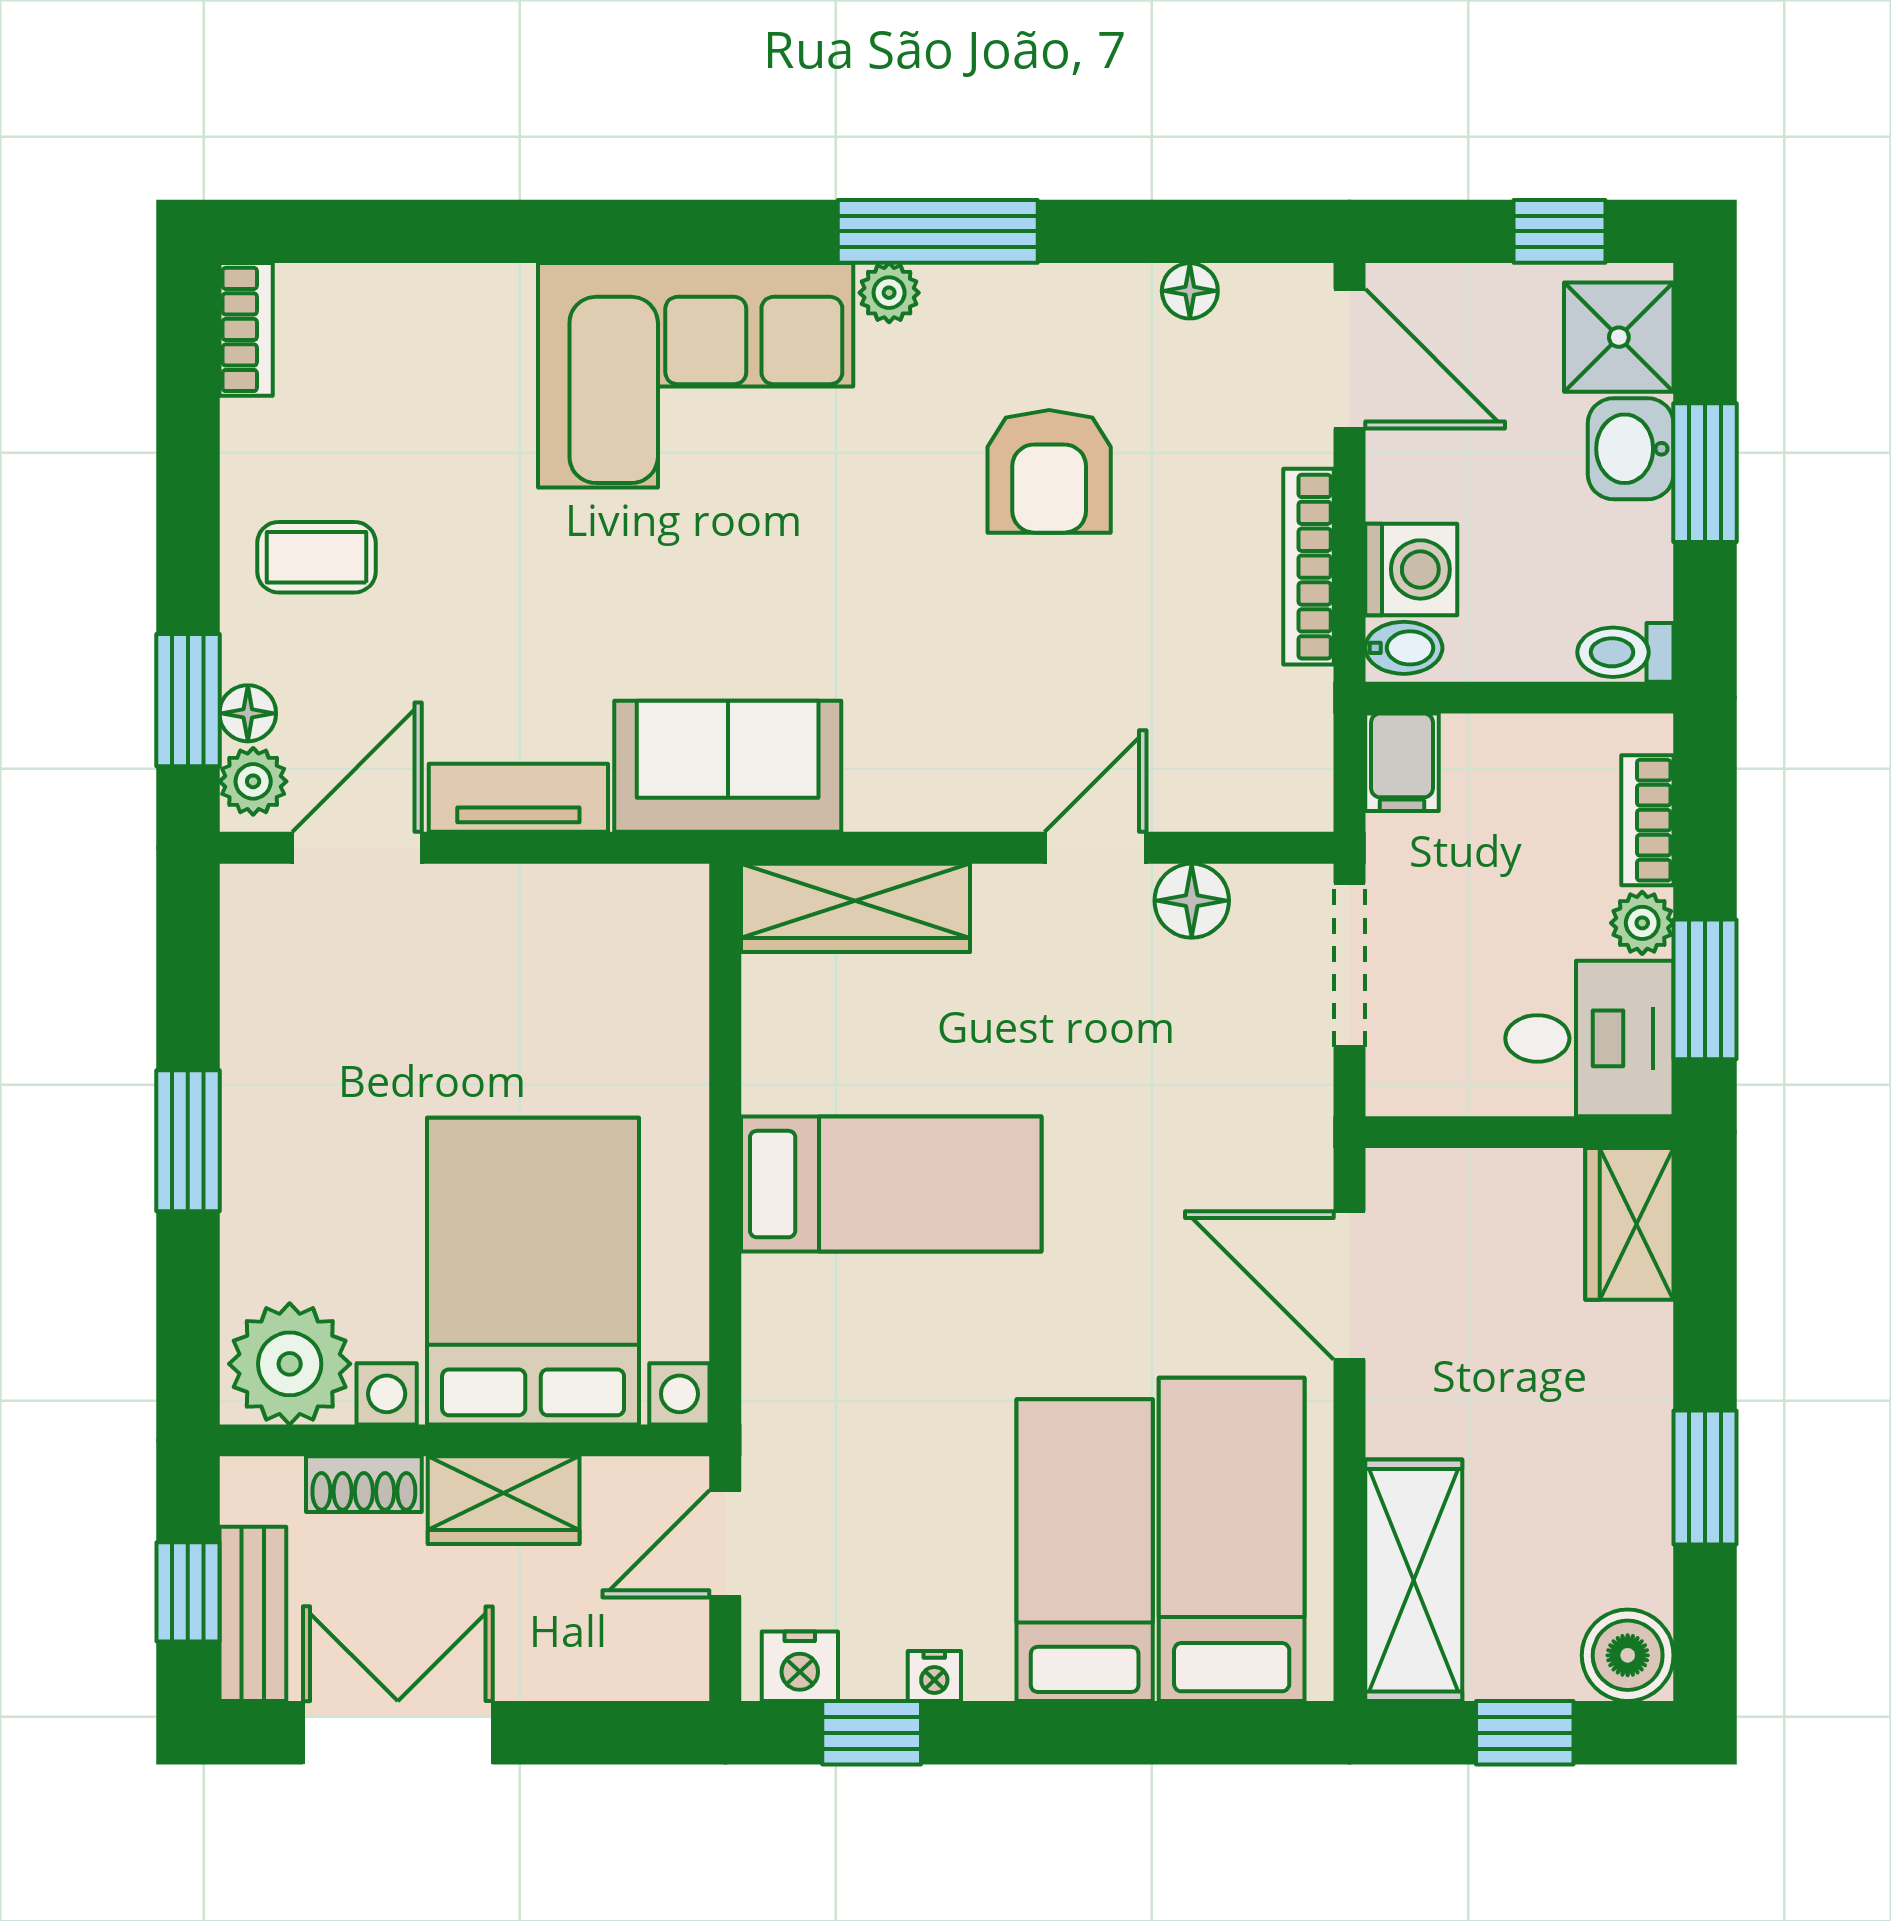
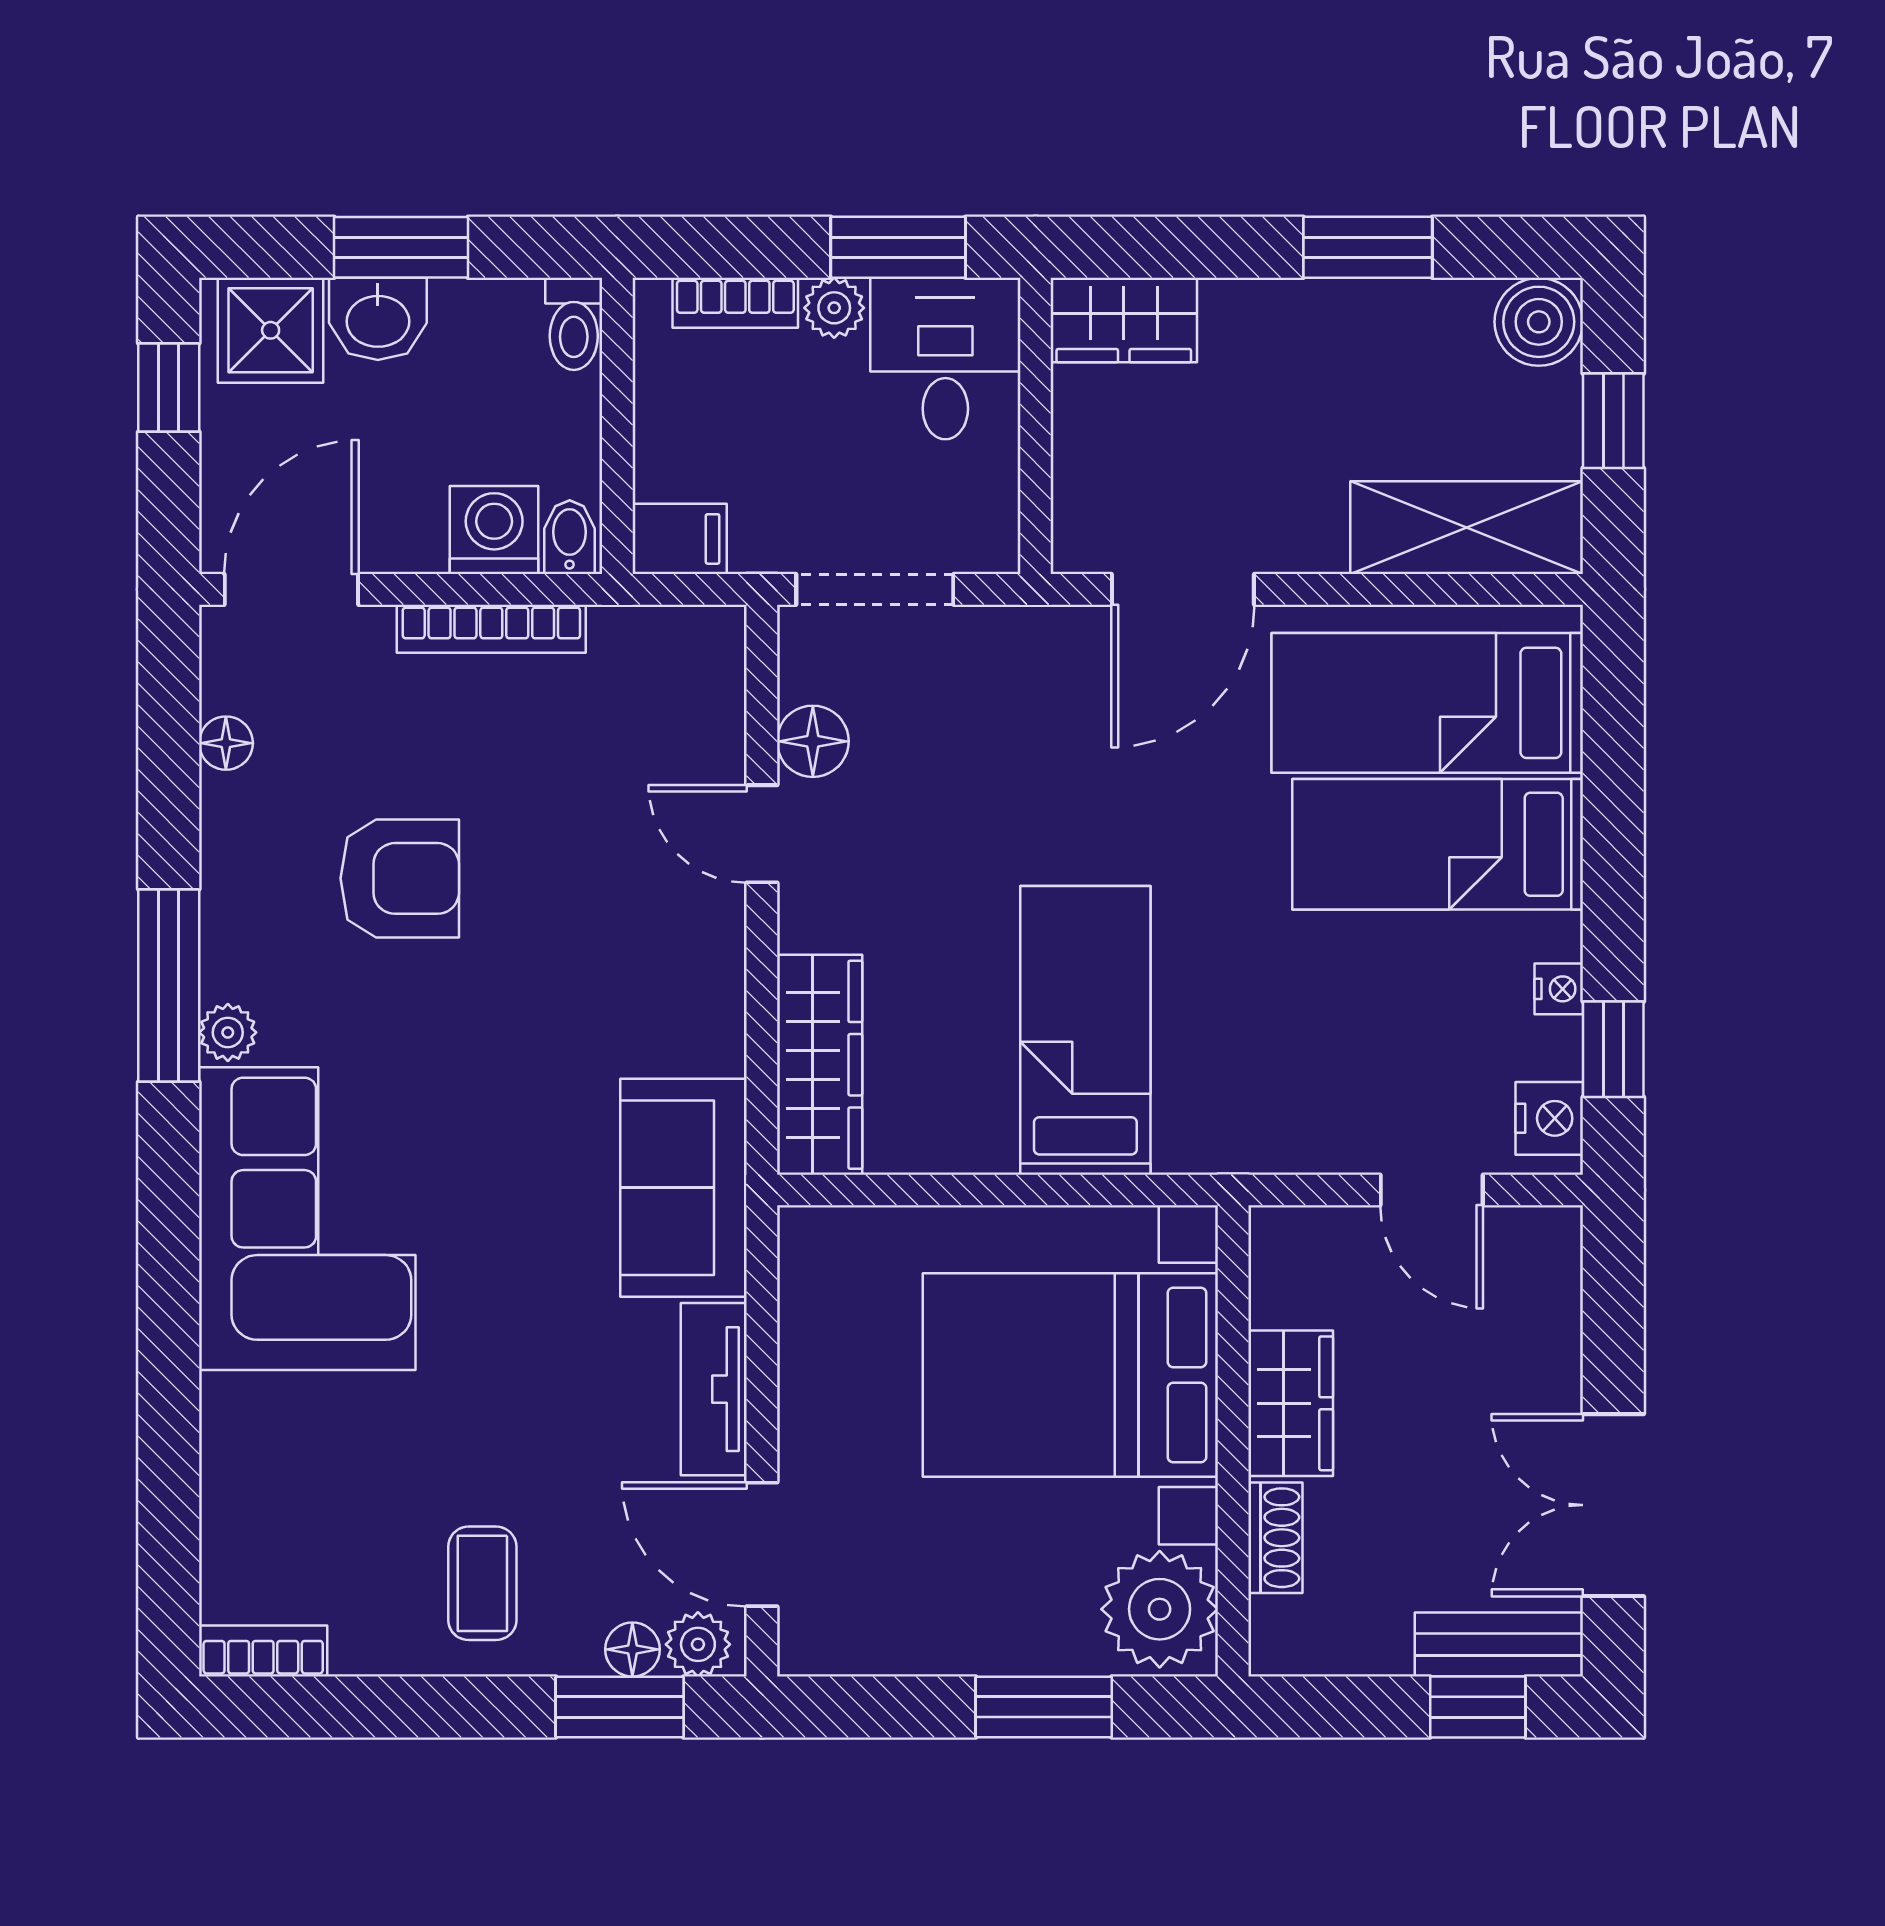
bed with nightstands: (533, 1271) -> (1070, 1375), moved
plant: (290, 1364) -> (1160, 1609), moved
wall: (465, 1440) -> (1233, 1441), moved
shoe rack: (364, 1484) -> (1275, 1538), moved
wardrobe: (504, 1500) -> (1291, 1403), moved

